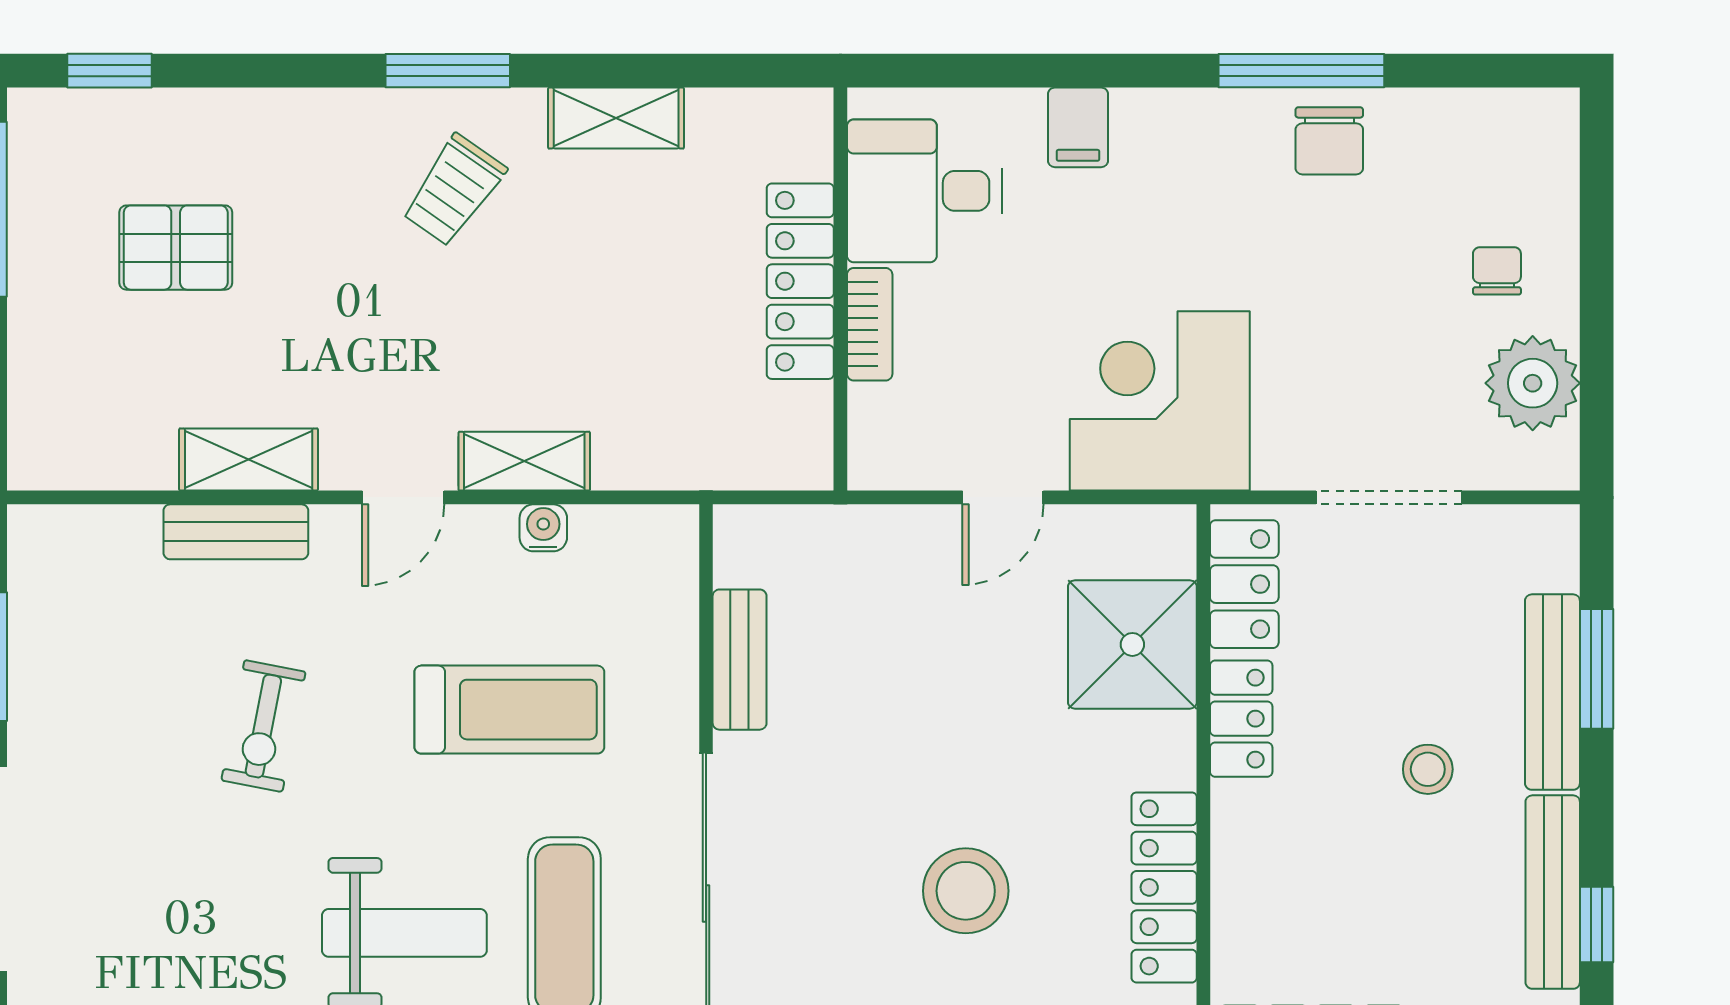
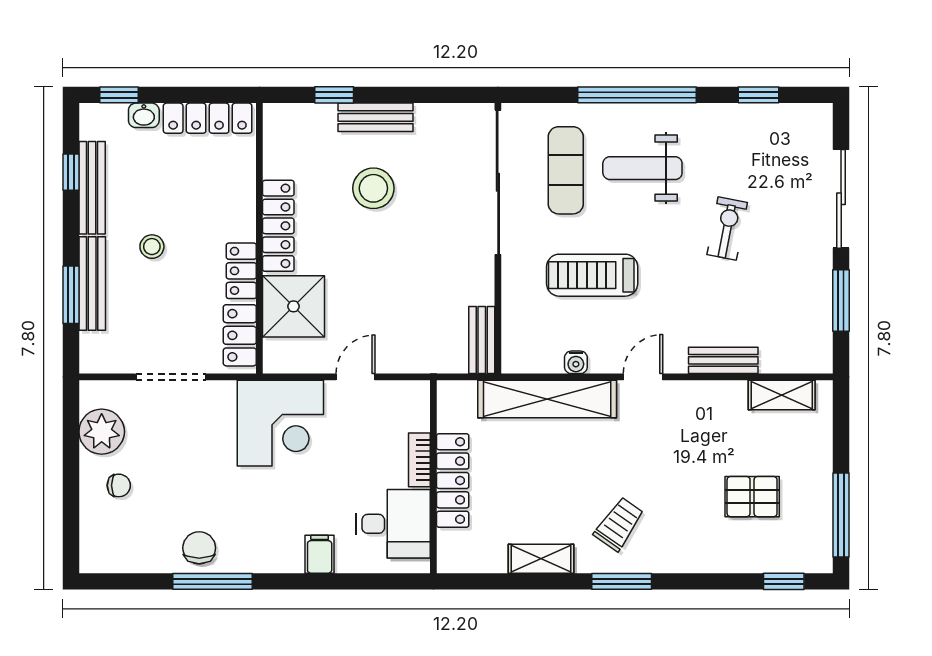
chair: (1497, 271) -> (119, 485), turned -90
shelving: (249, 460) -> (782, 395), moved
shelving: (524, 461) -> (547, 399), width x2.20, depth x1.33
bench: (740, 660) -> (482, 340), moved
exercise bike: (263, 726) -> (727, 228), moved
locker: (1164, 887) -> (278, 226), moved

